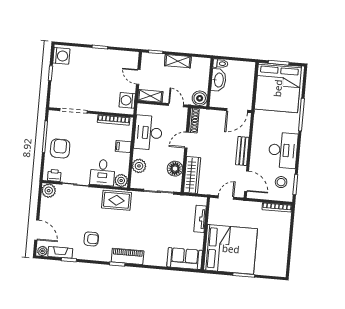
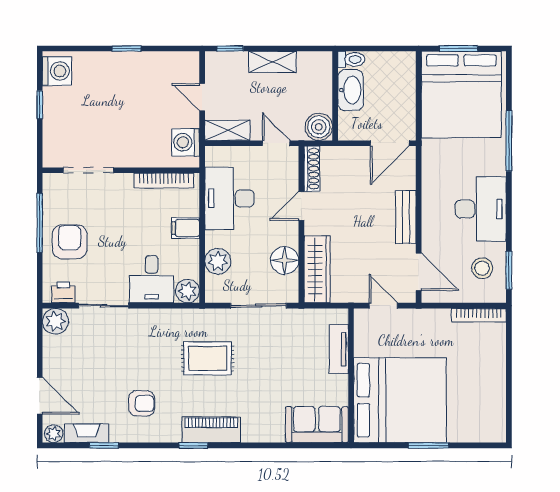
door: (226, 198) -> (383, 306), hinge flipped
rug: (116, 200) -> (208, 358), moved

